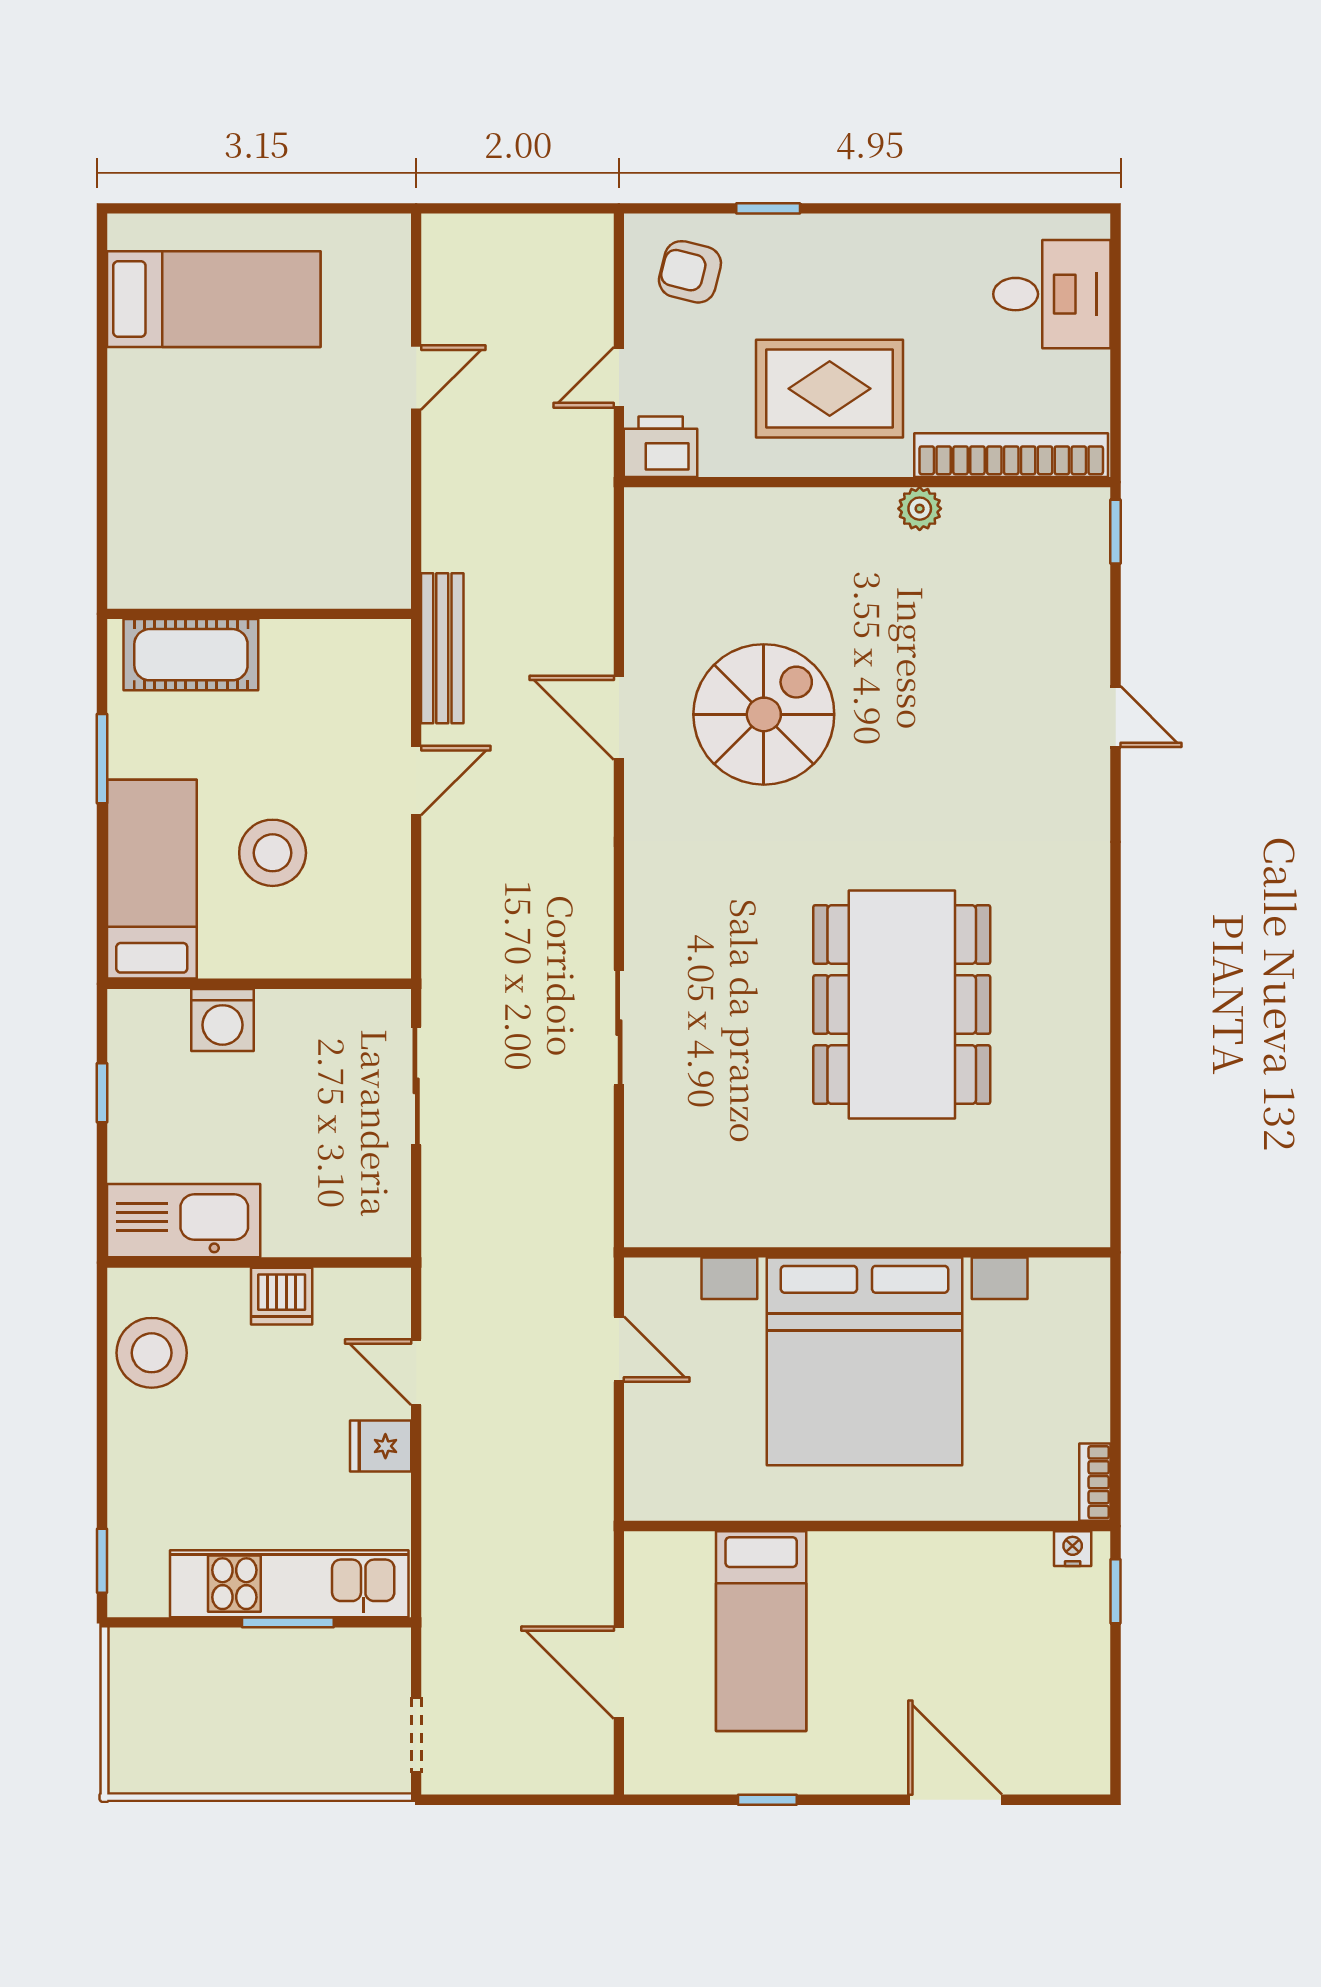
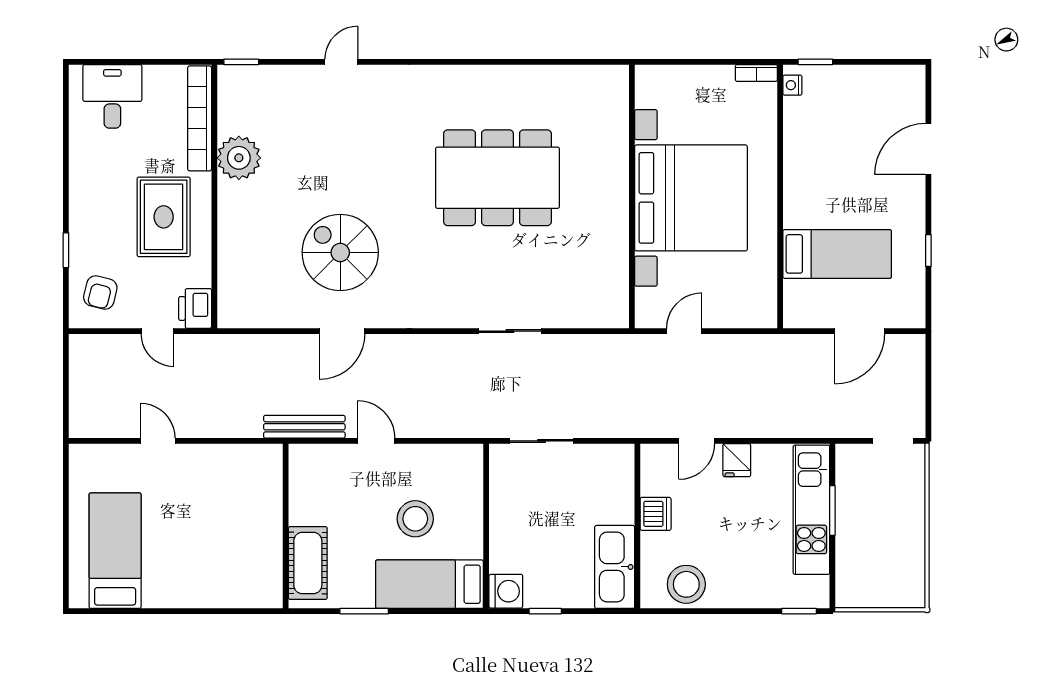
plant: (920, 509) -> (239, 158), width x1.87, depth x1.87
washing machine: (222, 1020) -> (506, 591), moved

